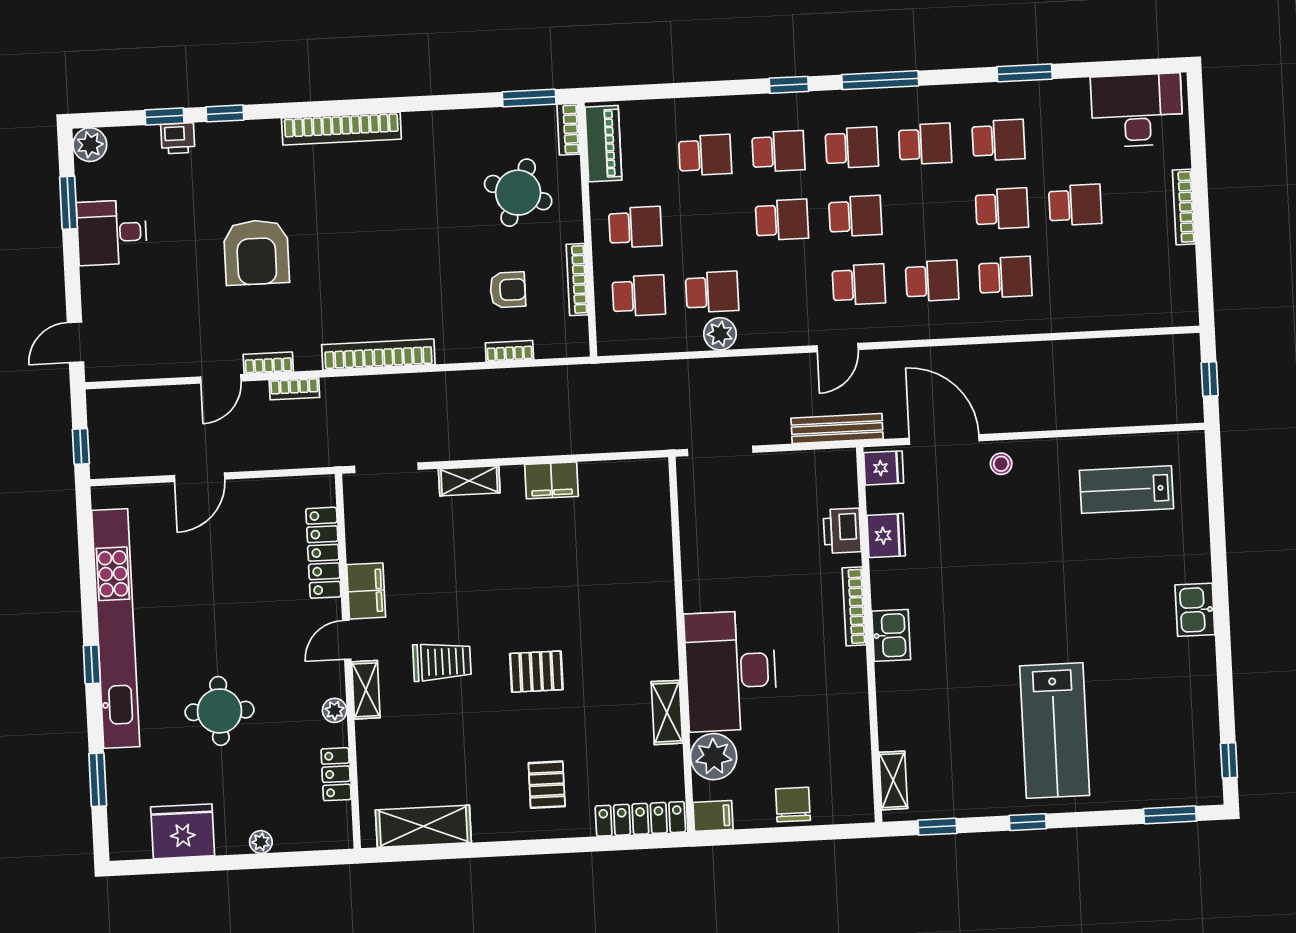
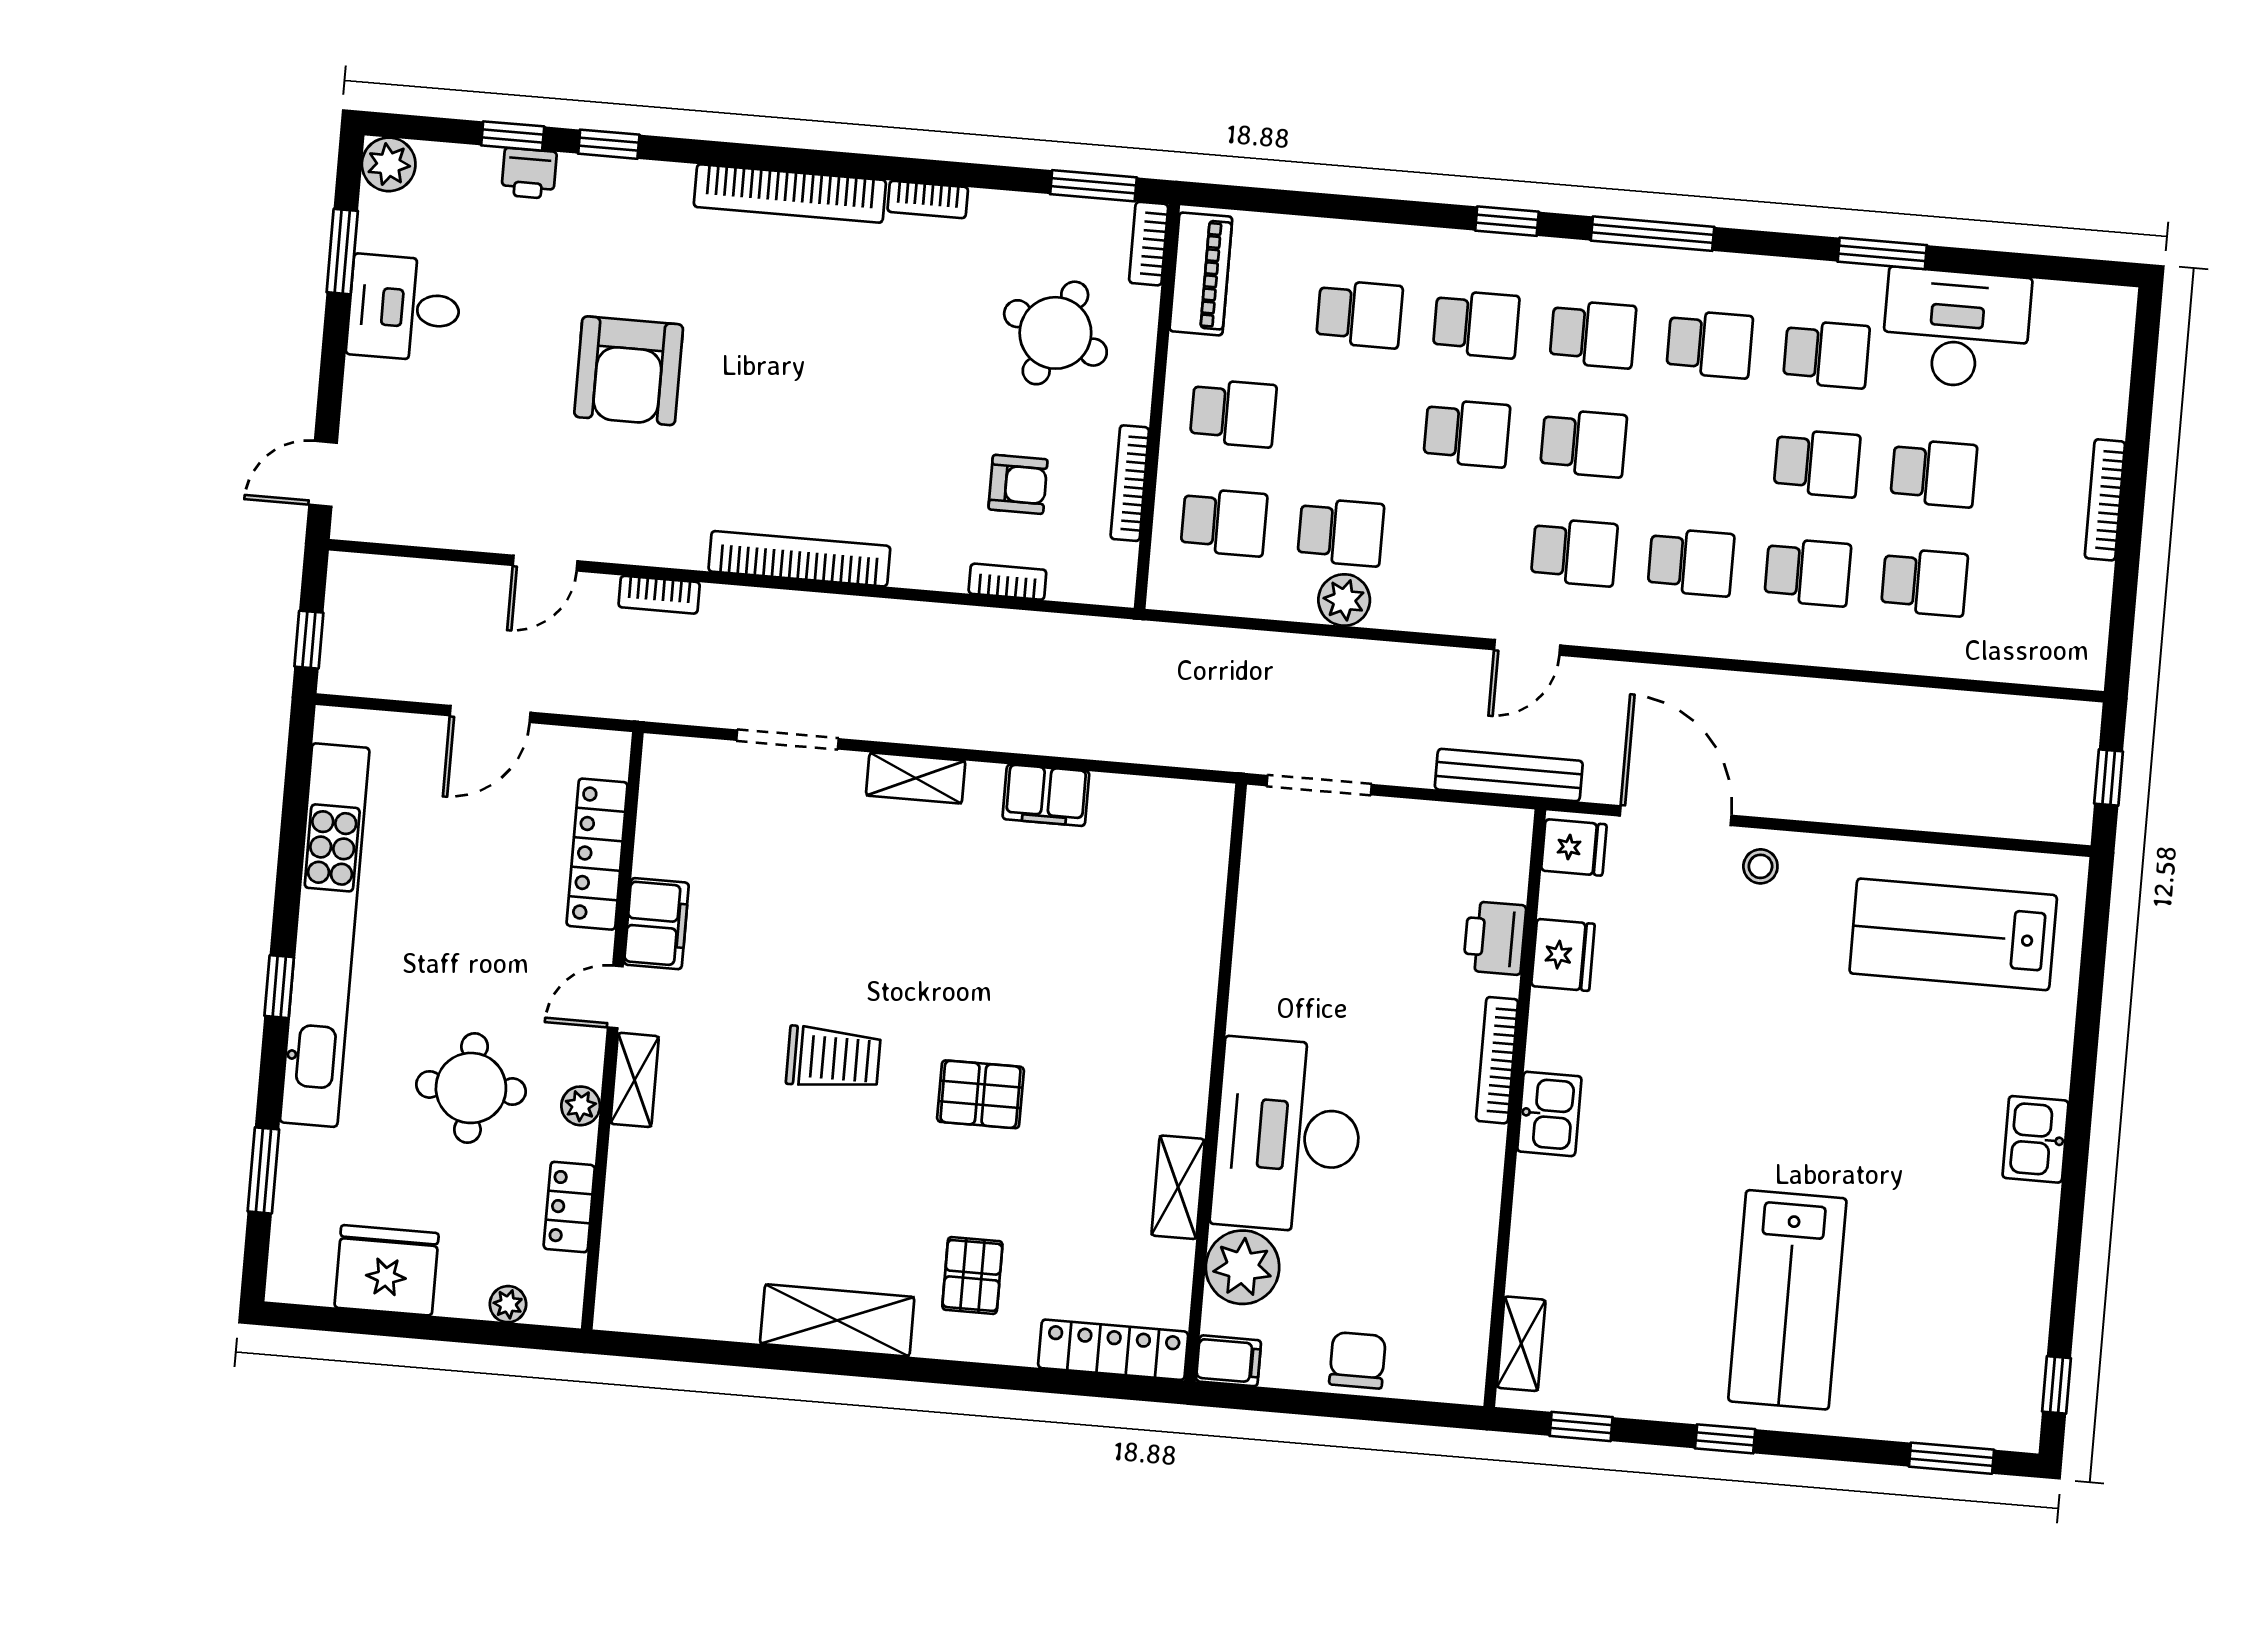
desk: (1137, 110) -> (1956, 329), moved
school desk: (1079, 273) -> (1924, 582), added
bookcase: (268, 363) -> (928, 199), moved, turned 180
lab bench: (1126, 490) -> (1953, 934), width x1.36, depth x1.39
locker: (323, 553) -> (597, 854), moved
filing cabinet: (366, 591) -> (656, 924), moved
door: (347, 640) -> (615, 997), moved
wall: (348, 661) -> (612, 1031), moved
shelving: (366, 690) -> (635, 1080), moved
plant: (335, 710) -> (581, 1106), moved
locker: (336, 774) -> (569, 1207), moved
shelving: (423, 826) -> (837, 1320), moved

